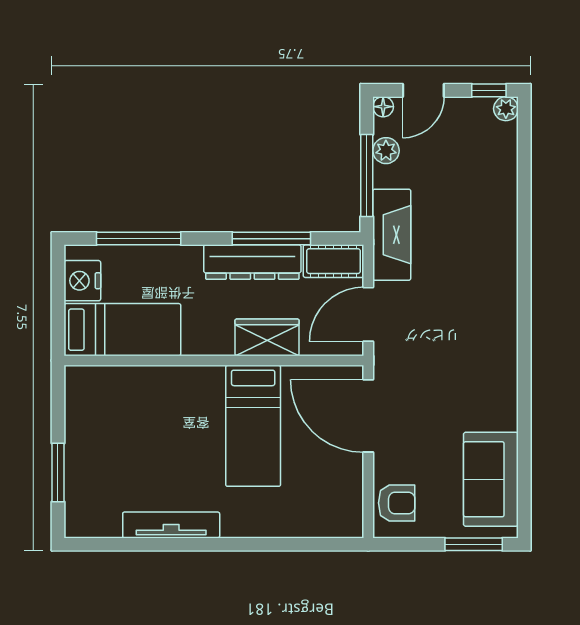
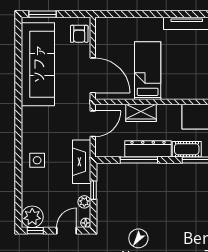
plant: (506, 109) -> (32, 217), width x1.88, depth x1.88
window: (367, 175) -> (93, 190), width x0.46
side table: (485, 238) -> (37, 160), added
cot: (334, 261) -> (187, 149), moved
sofa: (491, 479) -> (38, 64), width x1.85, depth x1.27
armchair: (397, 503) -> (79, 34), turned -90

